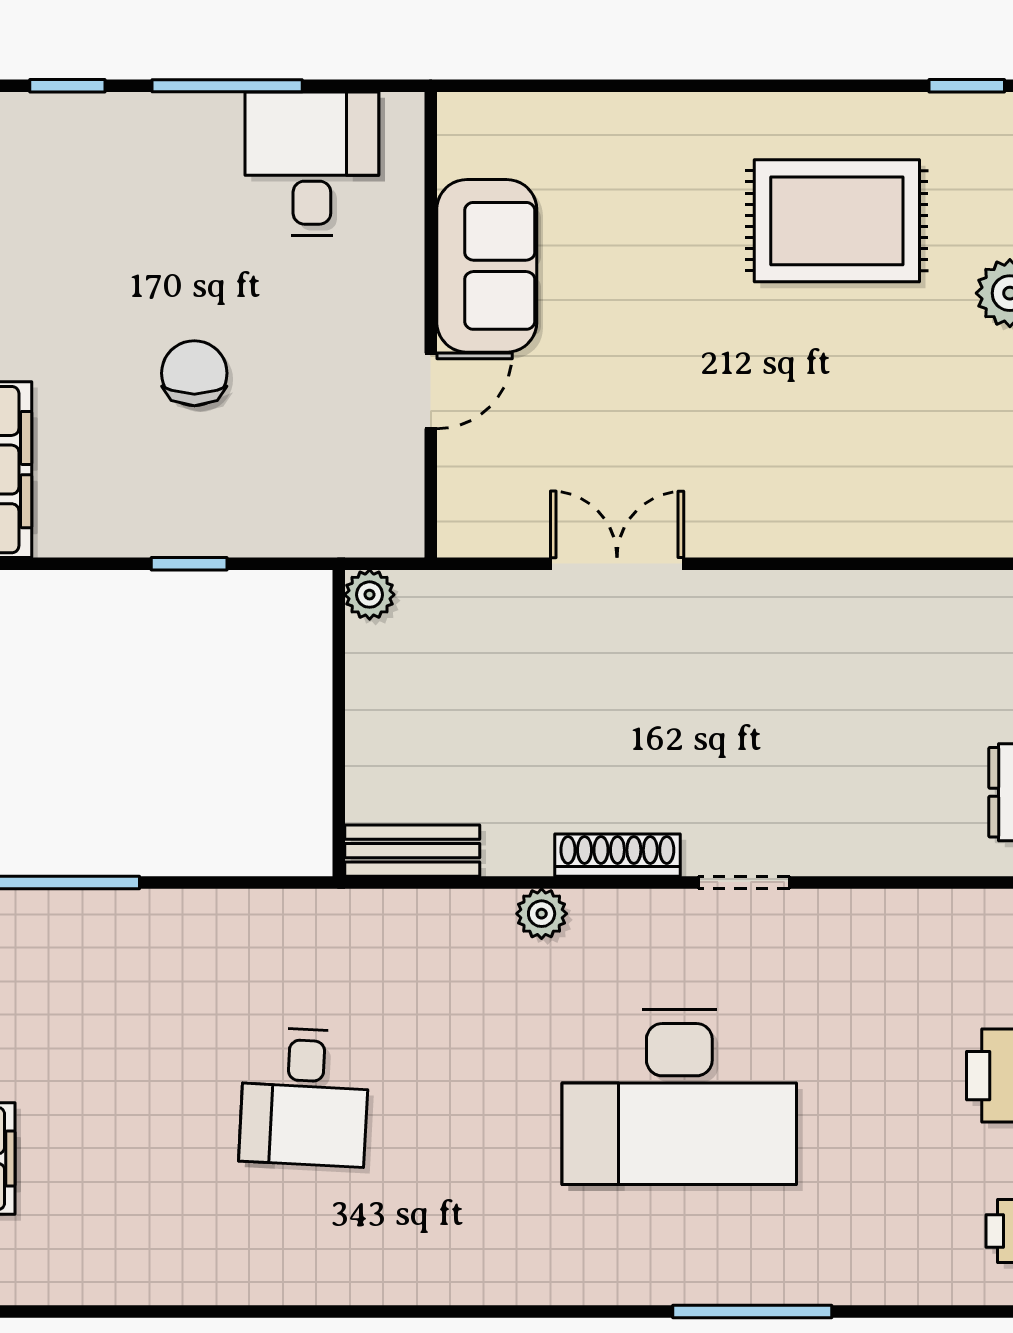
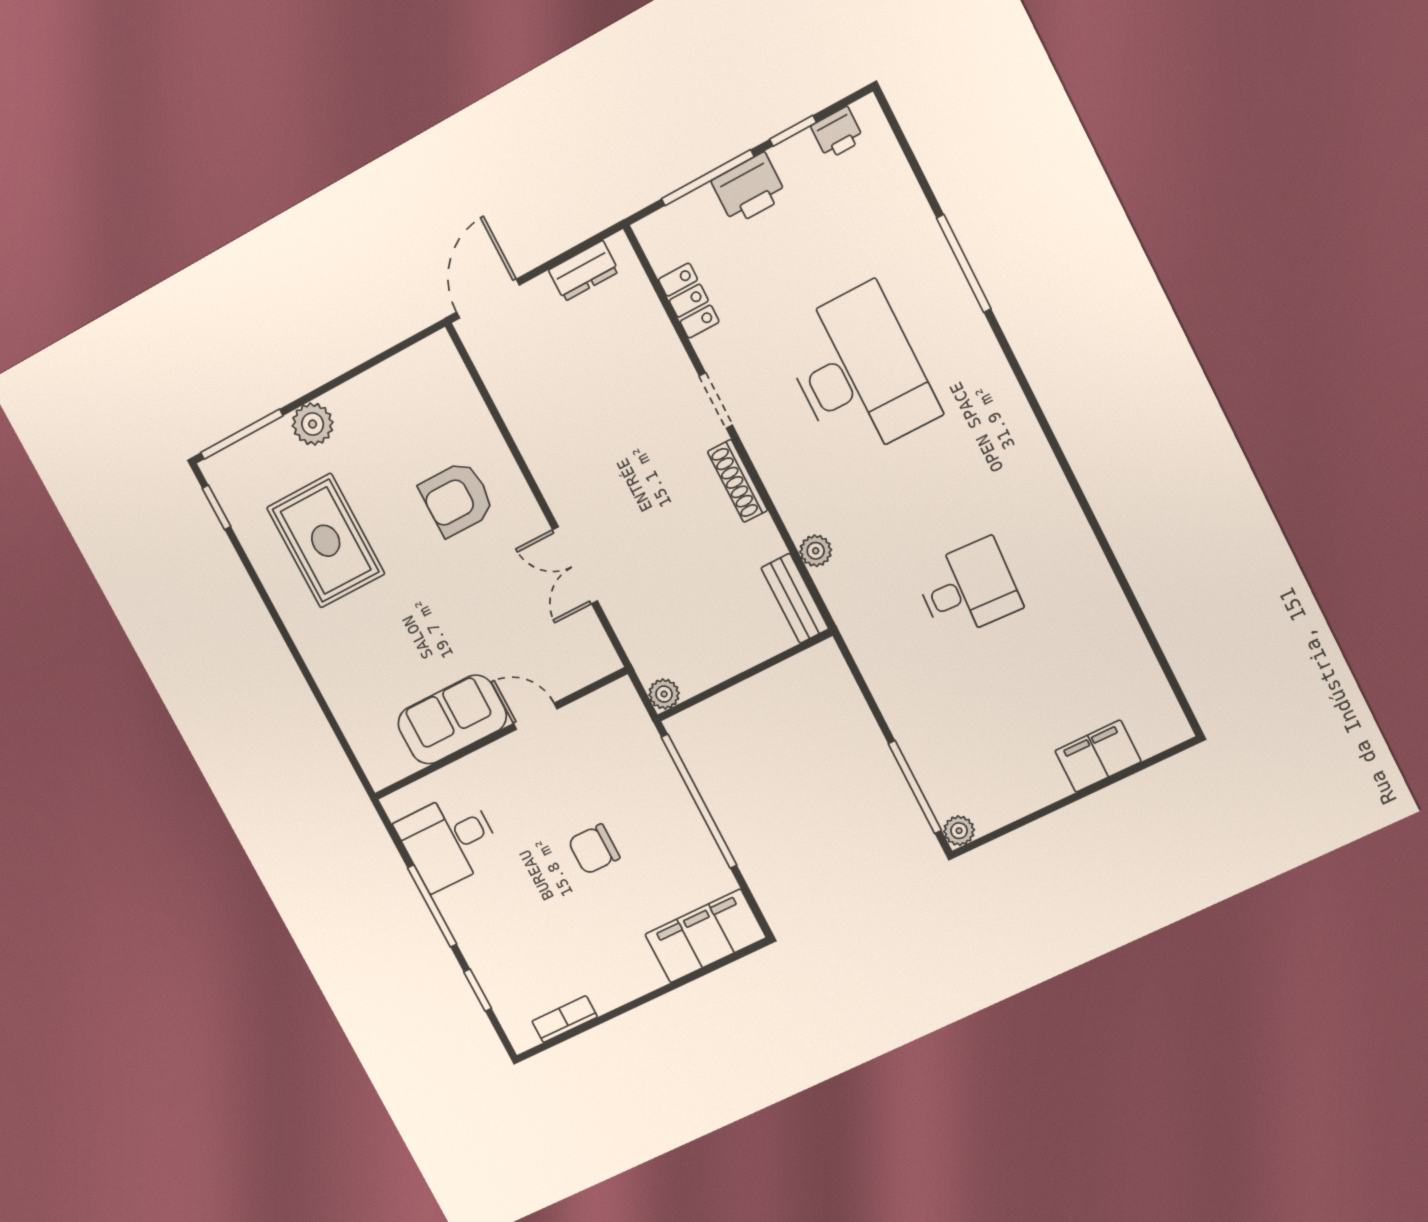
armchair: (798, 445) -> (457, 499), added
window: (189, 564) -> (699, 801), width x3.17
plant: (542, 914) -> (816, 551), moved
locker: (899, 916) -> (689, 301), added

